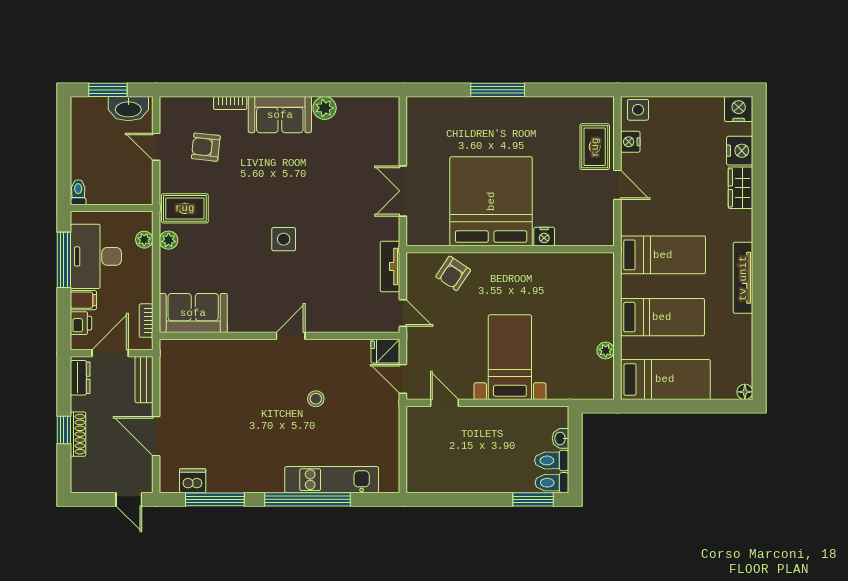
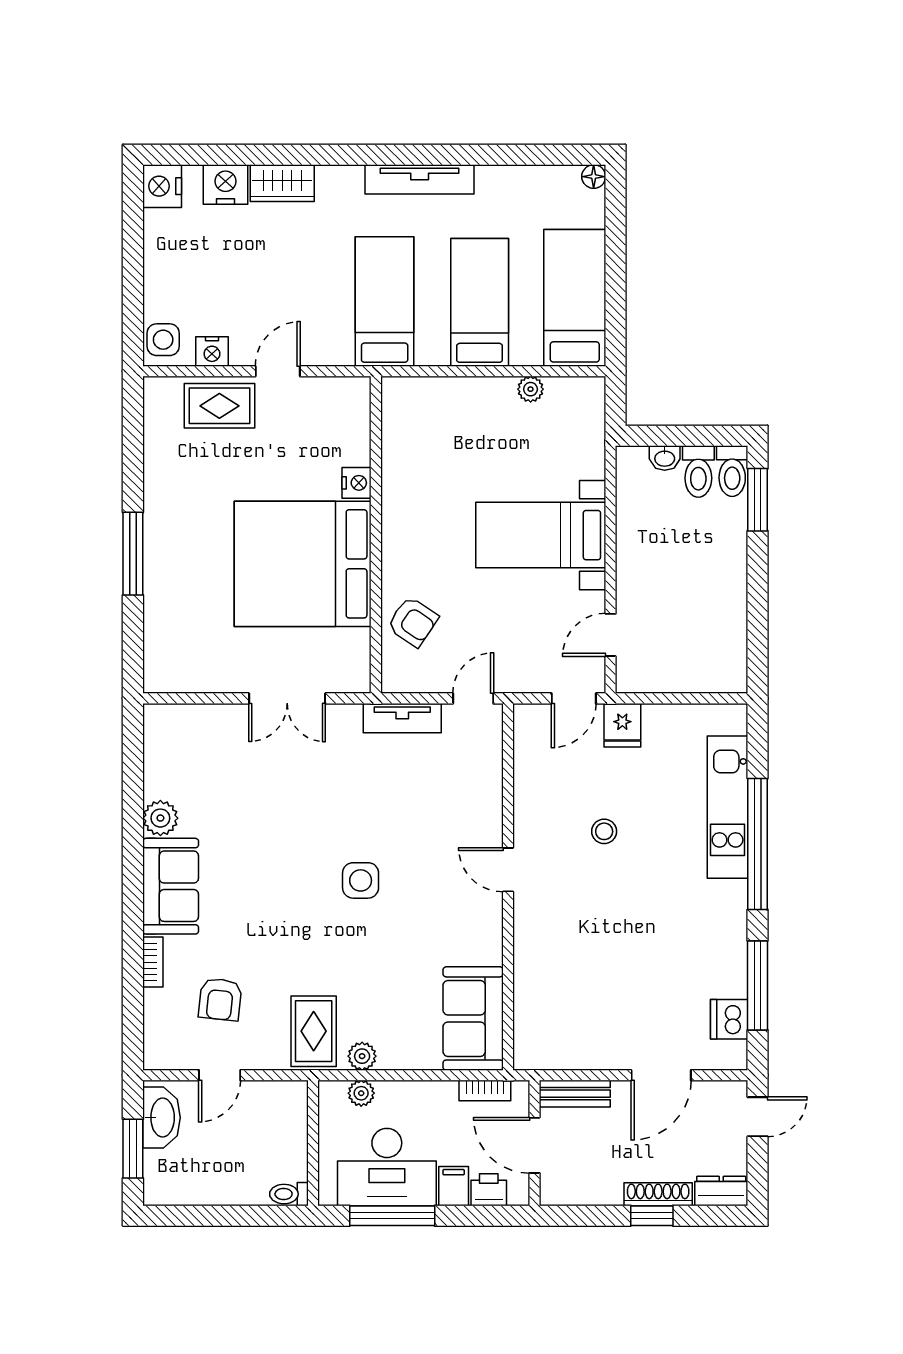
fridge: (385, 351) -> (622, 725), moved
dresser: (80, 378) -> (721, 1191), moved

